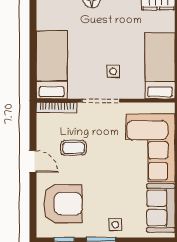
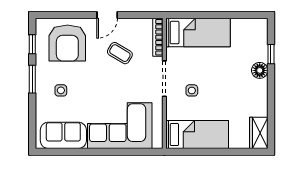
coffee table: (73, 148) -> (120, 53), turned -59
side table: (115, 225) -> (61, 90), moved

